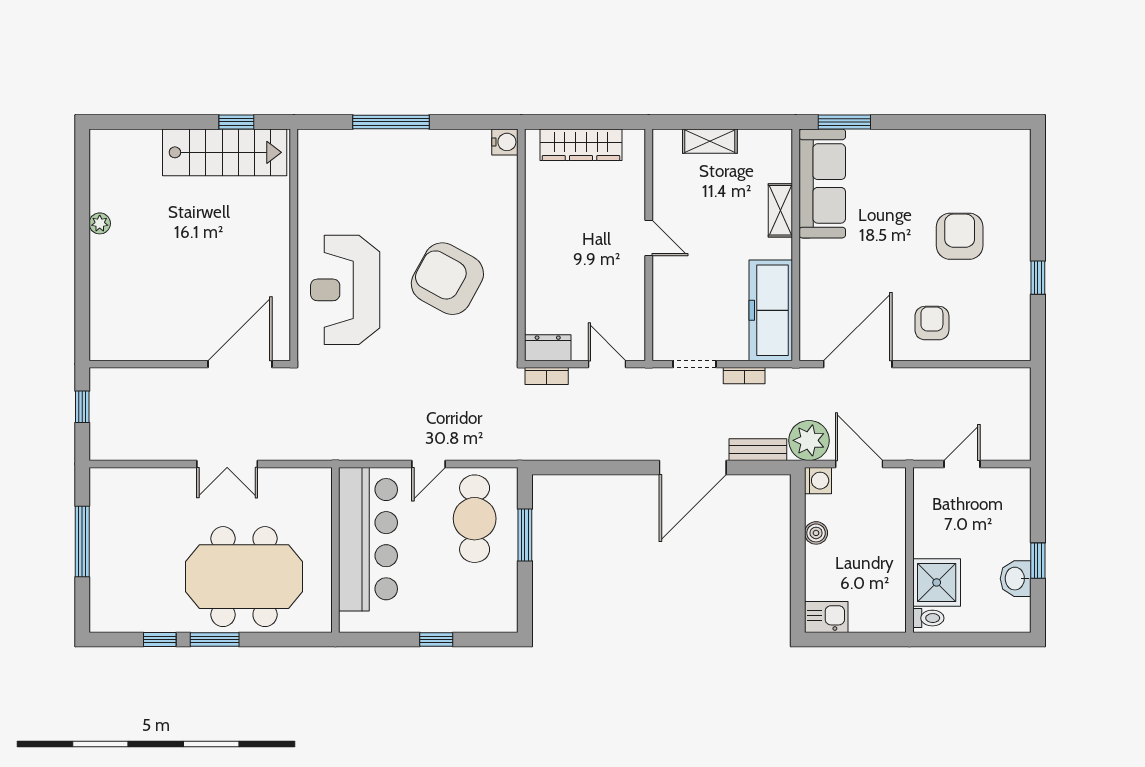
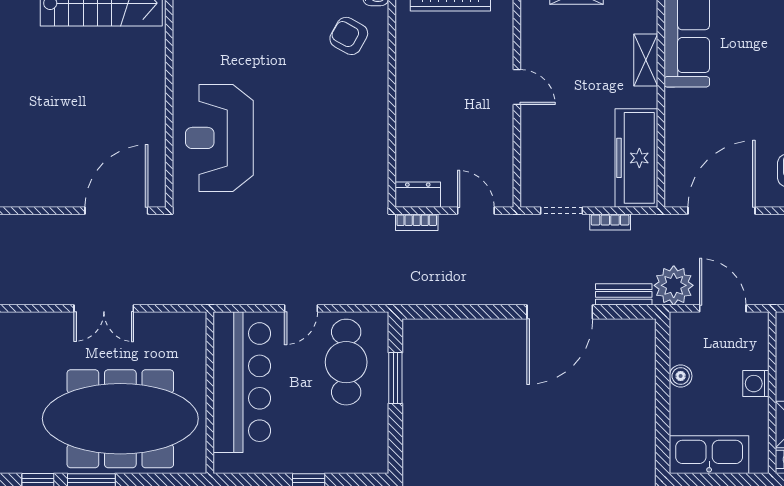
armchair: (447, 279) -> (349, 36), moved, width x0.53, depth x0.53
washing machine: (818, 481) -> (756, 384), moved, turned 180
meeting table: (244, 577) -> (120, 419), width x1.36
kitchen sink: (826, 617) -> (709, 455), width x1.88, depth x1.24

